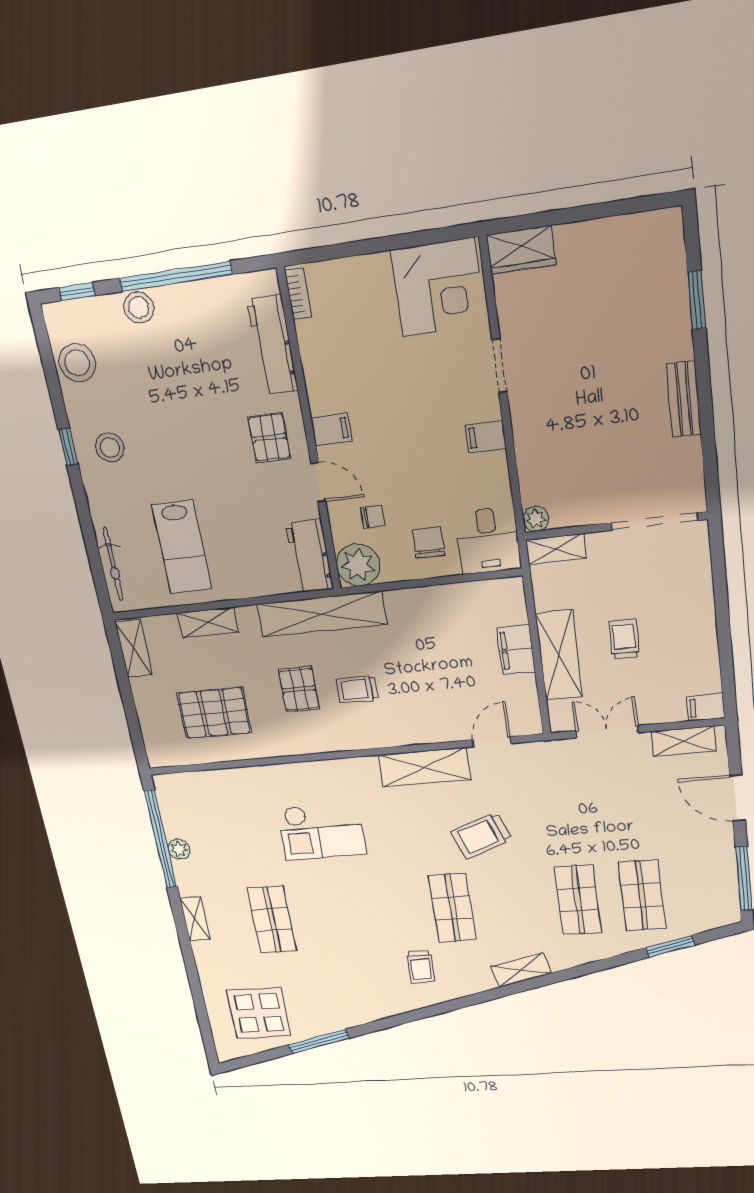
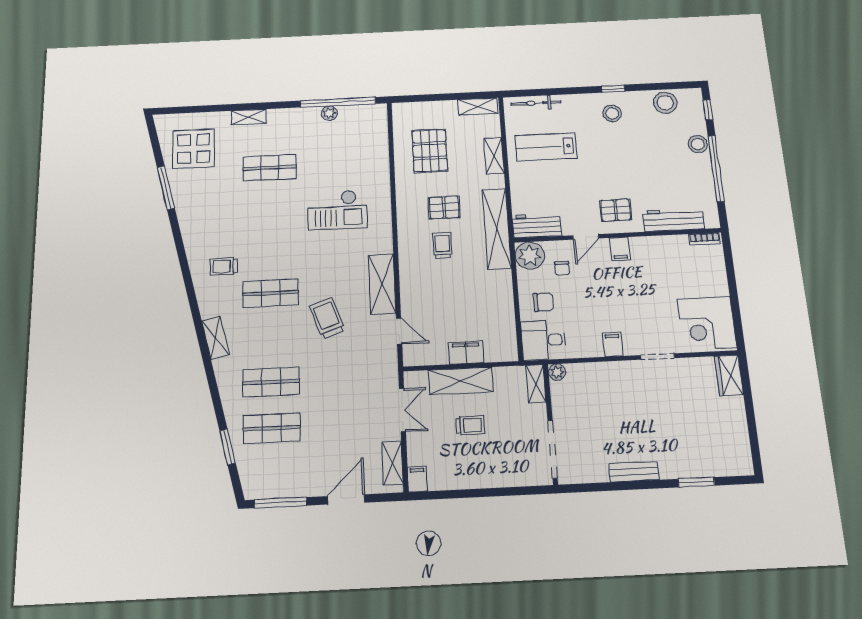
checkout: (322, 831) -> (337, 210), turned -90
shelving: (195, 919) -> (249, 117), moved

